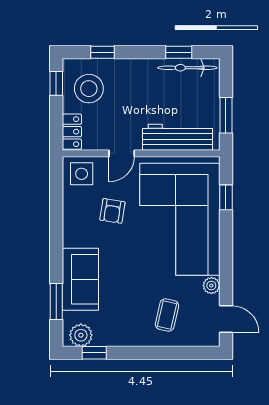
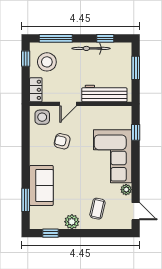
window: (103, 52) -> (56, 38), width x2.17
bicycle: (187, 68) -> (91, 48), moved
window: (226, 115) -> (136, 68), moved
armchair: (112, 211) -> (62, 141), turned 95
corner sofa: (180, 219) -> (113, 156), width x0.73, depth x0.74
plant: (81, 335) -> (72, 222), moved

